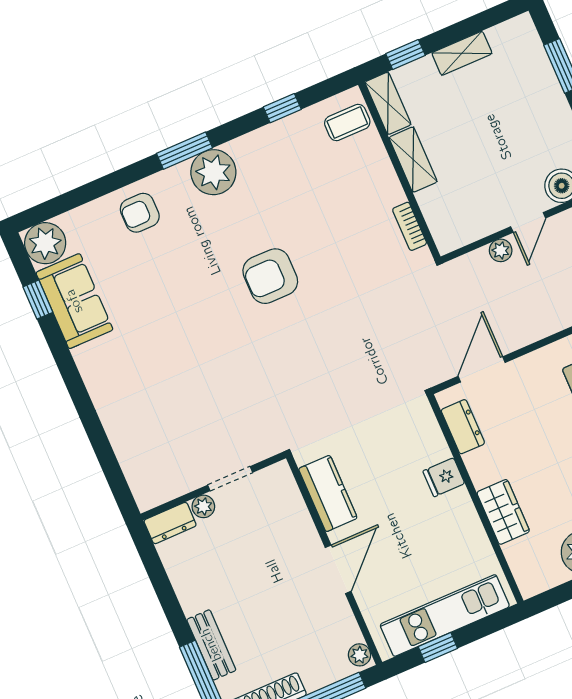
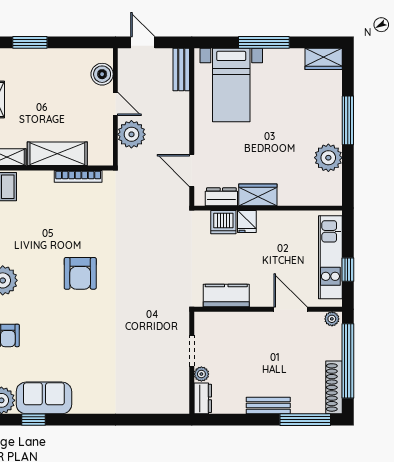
shelving: (413, 160) -> (57, 154), width x1.50, depth x1.33
bookcase: (410, 226) -> (78, 176), width x1.56
plant: (501, 250) -> (131, 134), width x1.88, depth x1.88
dishwasher: (429, 445) -> (223, 222), added
wardrobe: (503, 512) -> (258, 195), moved
door: (338, 569) -> (291, 309), moved
bench: (211, 645) -> (268, 406), moved

